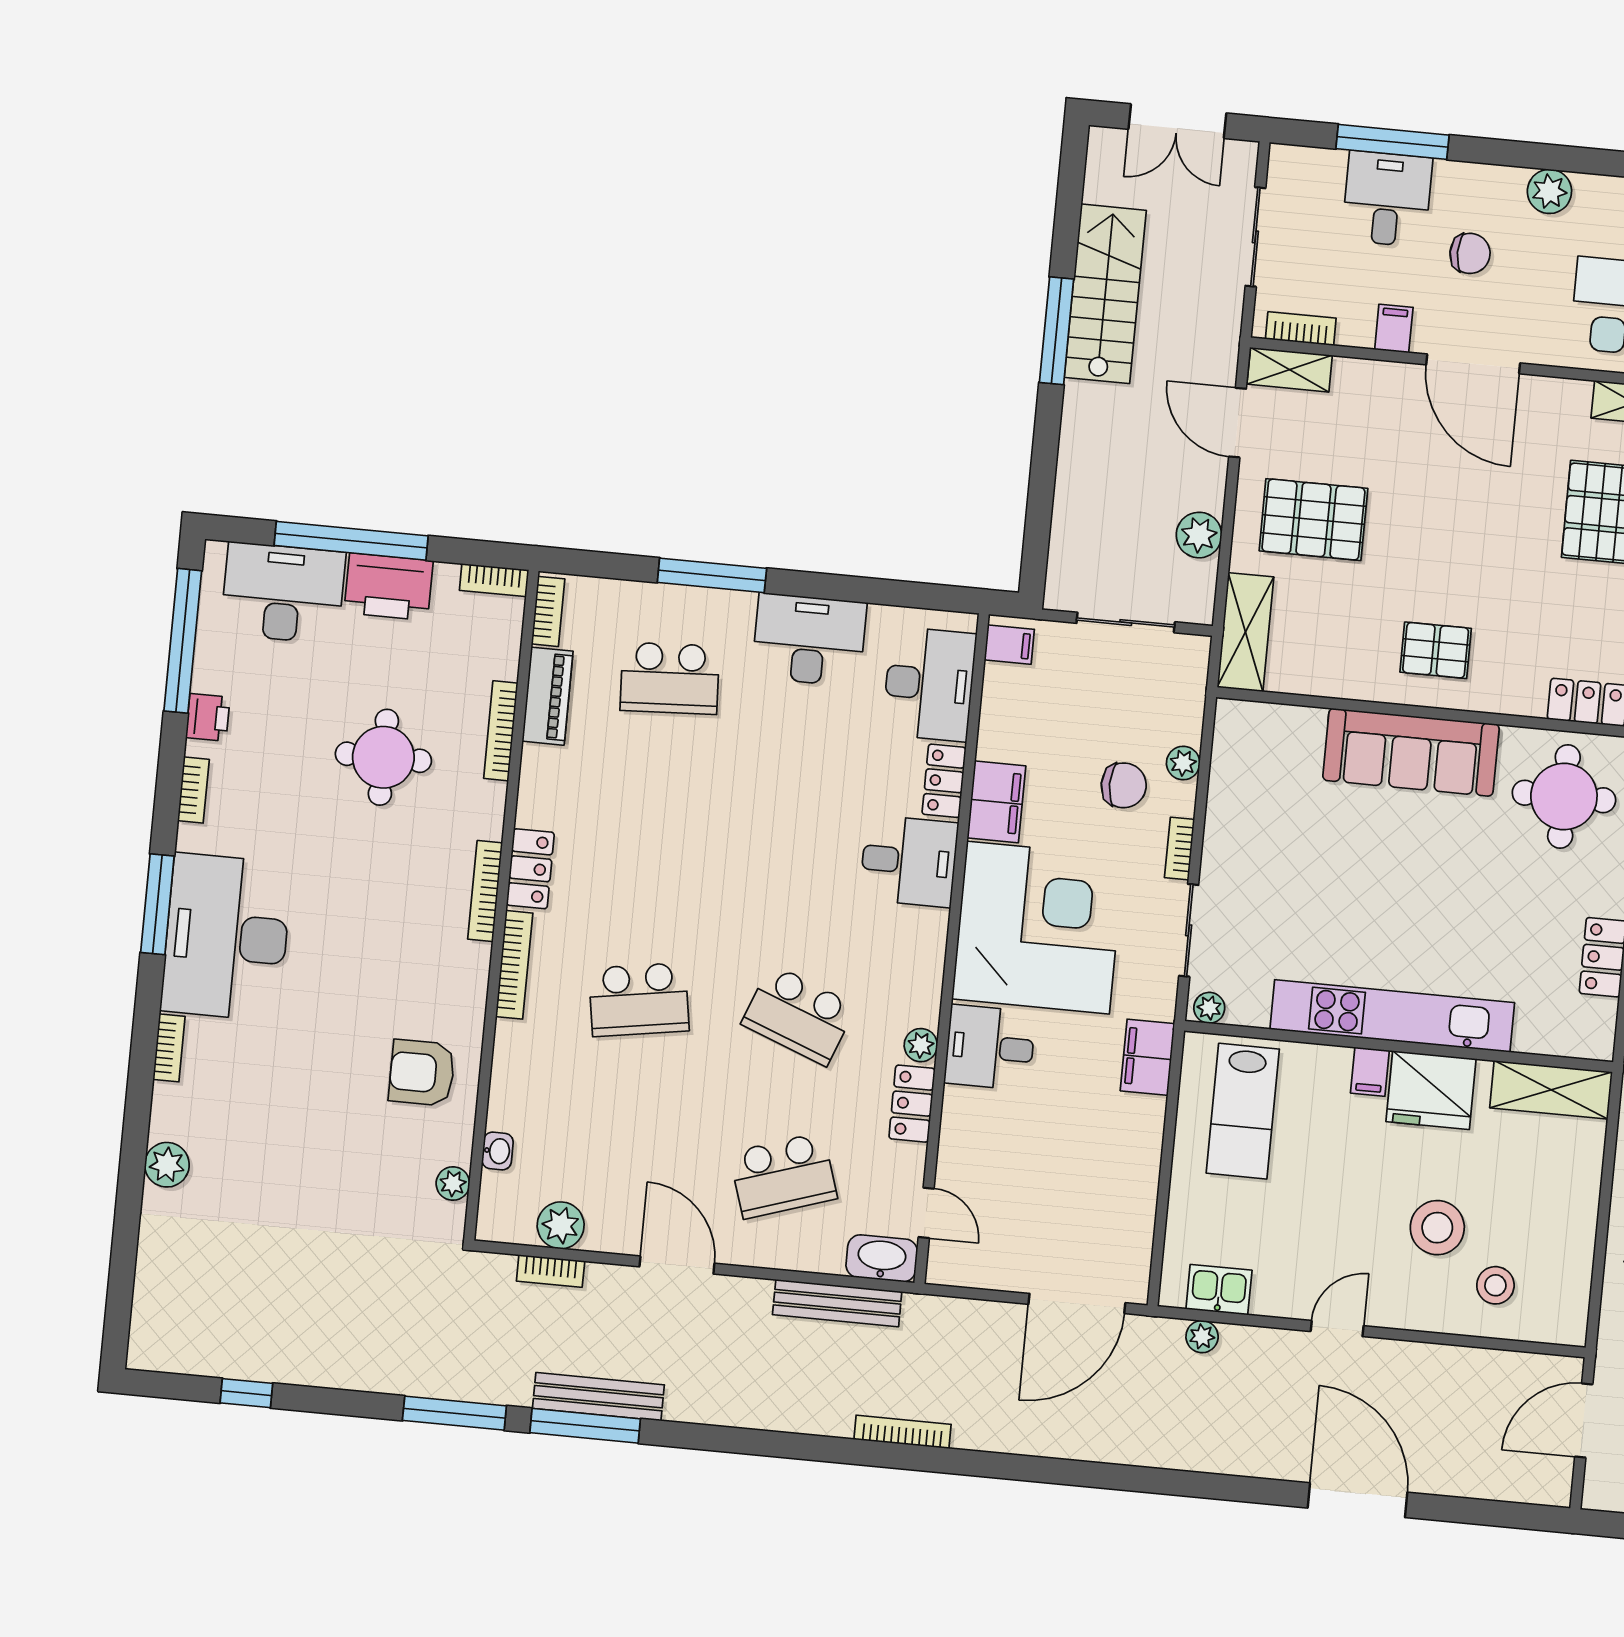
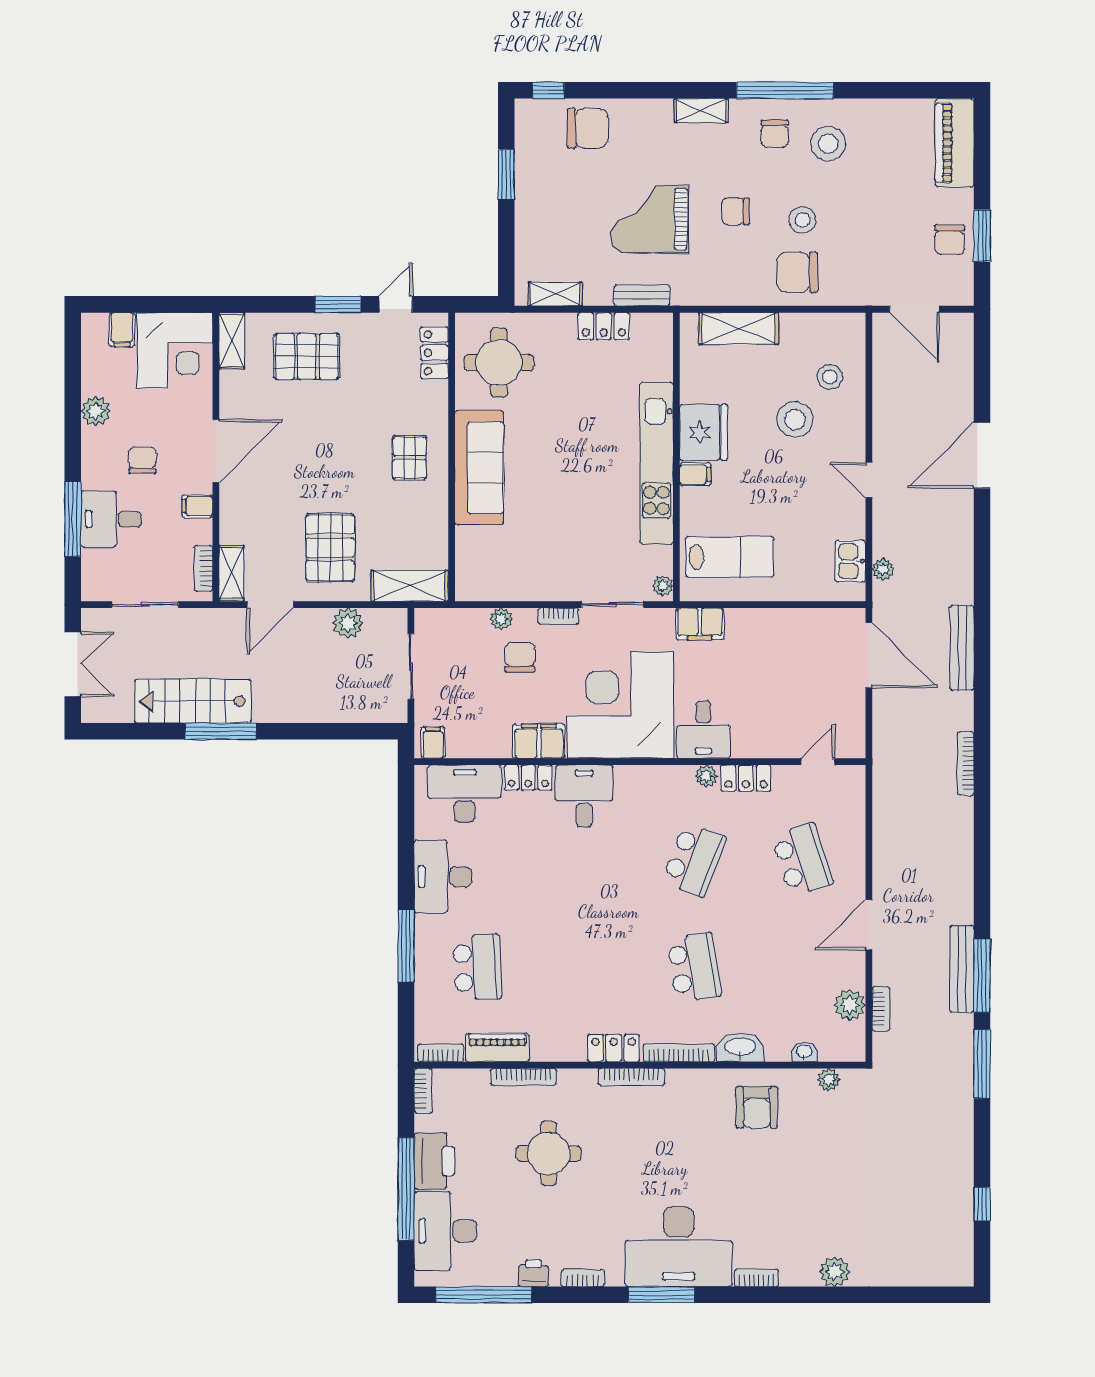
shelving: (1551, 1090) -> (739, 328), moved, turned 90
washbasin: (882, 1258) -> (740, 1047), moved, turned 90
bench: (837, 1303) -> (962, 648), moved

